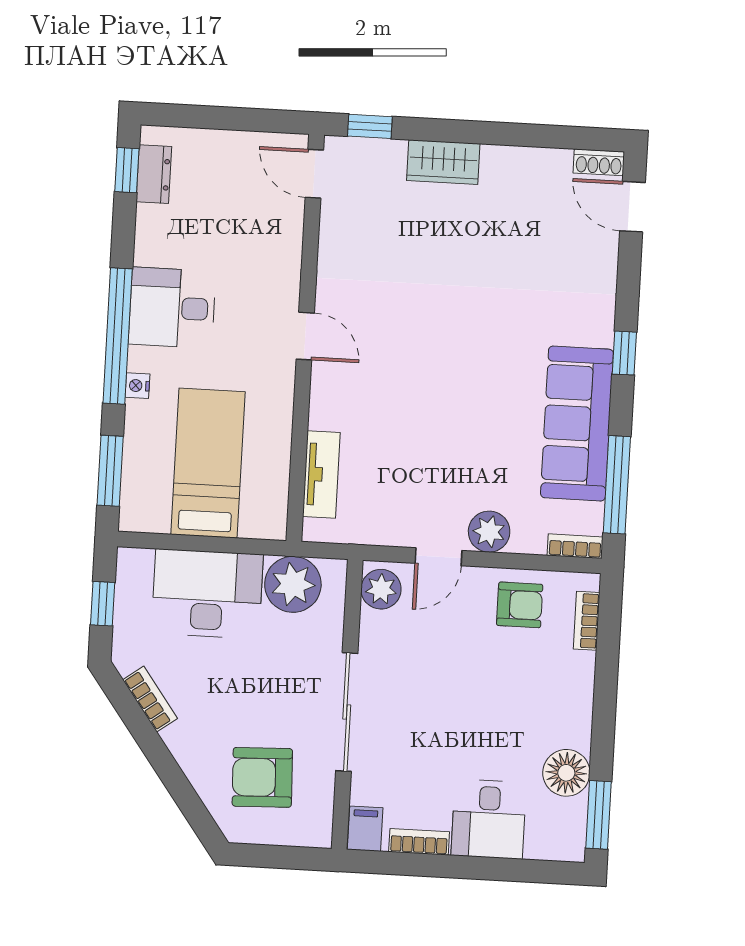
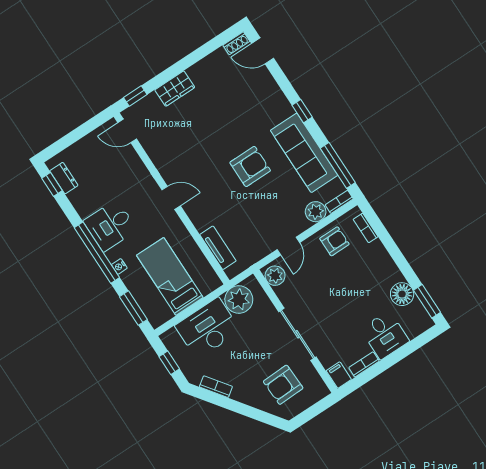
armchair: (472, 381) -> (250, 166), added
plant: (489, 532) -> (316, 212), moved

